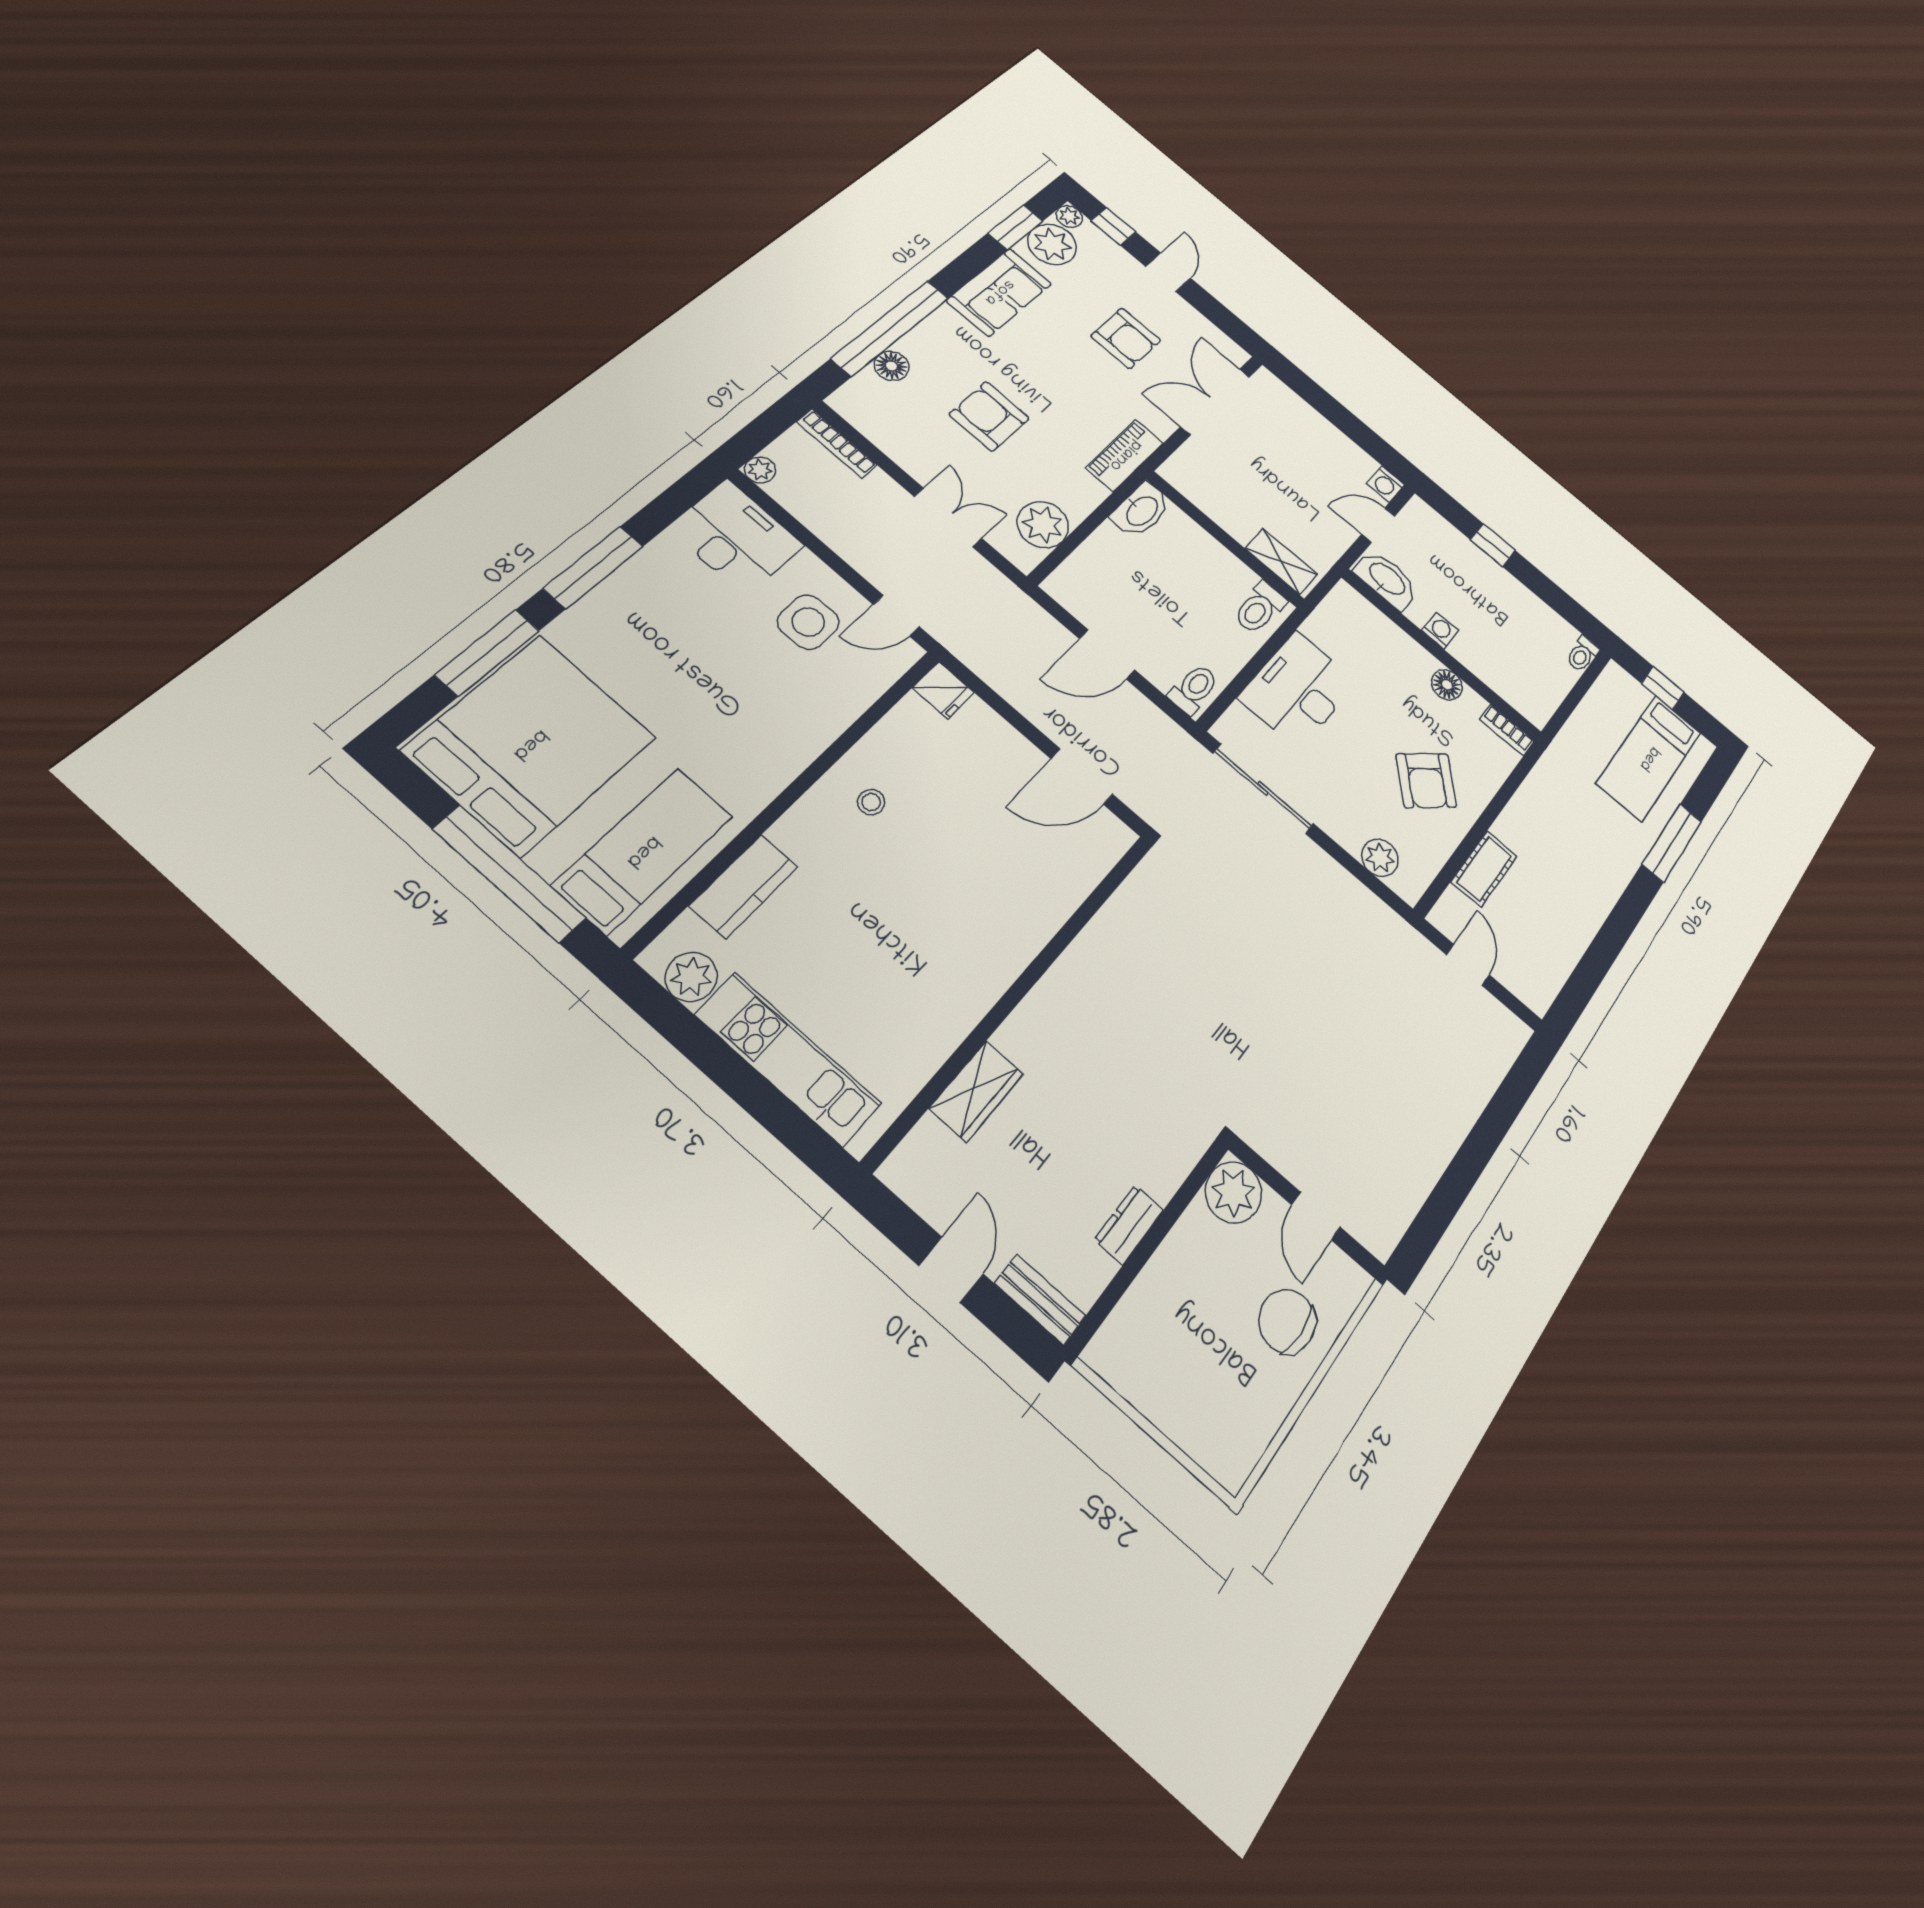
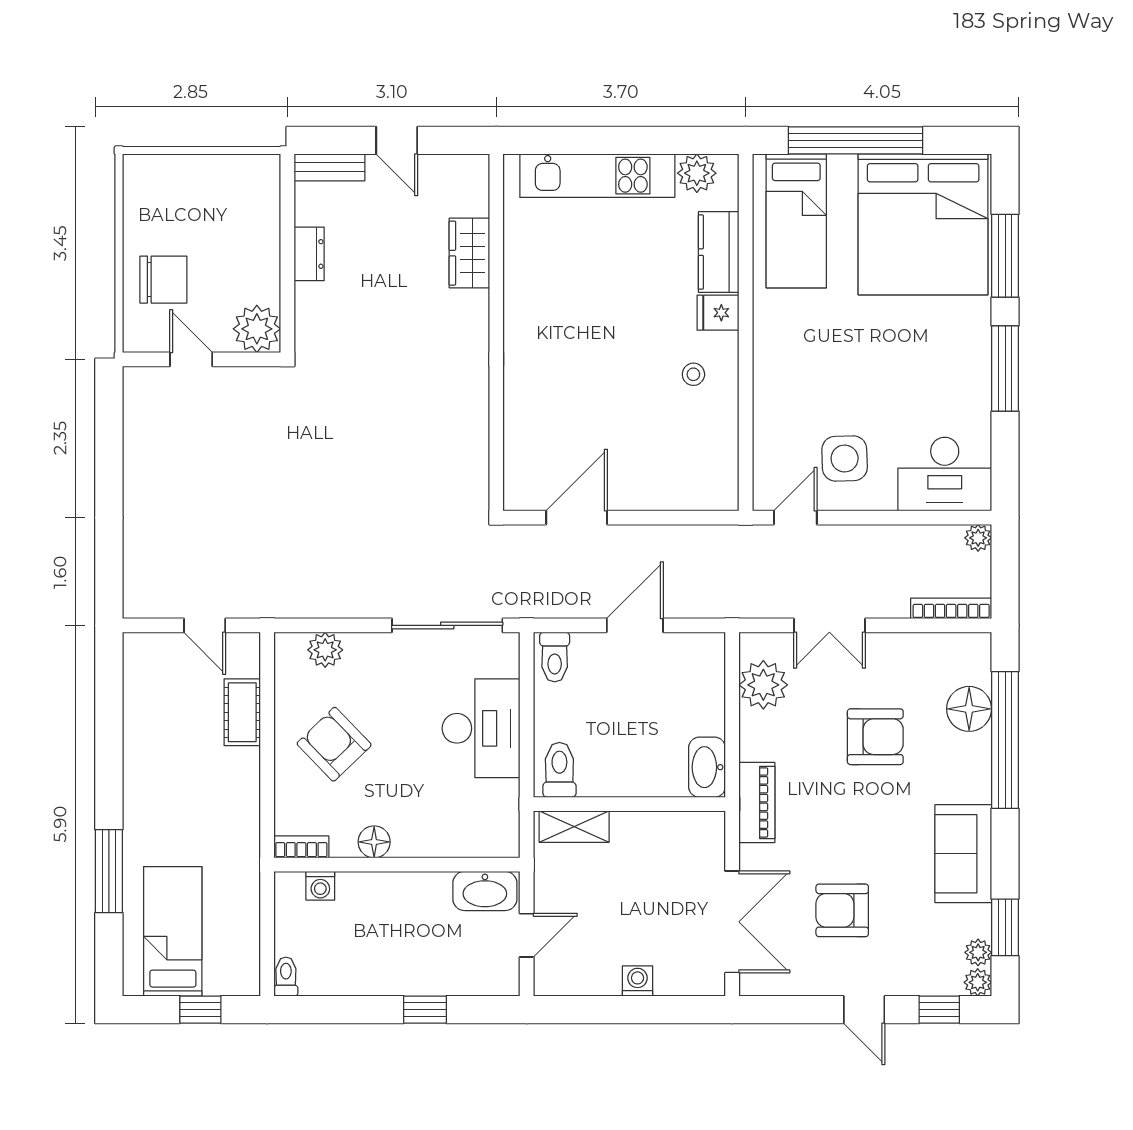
plant: (1052, 244) -> (978, 952), width x0.53, depth x0.53
floor lamp: (891, 366) -> (969, 709), width x1.38, depth x1.38
washing machine: (1386, 484) -> (638, 981), moved
washing machine: (1440, 630) -> (320, 886), moved
fridge: (943, 690) -> (718, 313), moved

